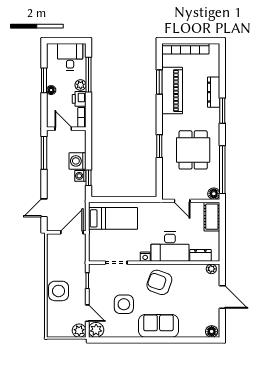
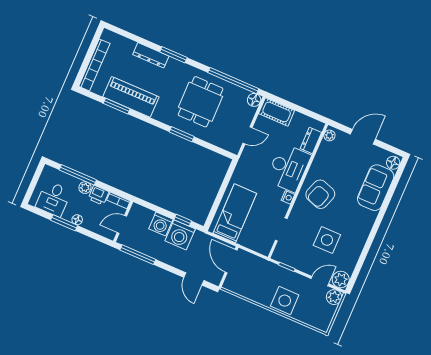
desk: (70, 57) -> (53, 199), moved, turned -90
dining table: (193, 150) -> (201, 102), turned 90
washing machine: (80, 176) -> (180, 235), width x1.89, depth x1.89
sofa: (158, 326) -> (376, 188), moved

